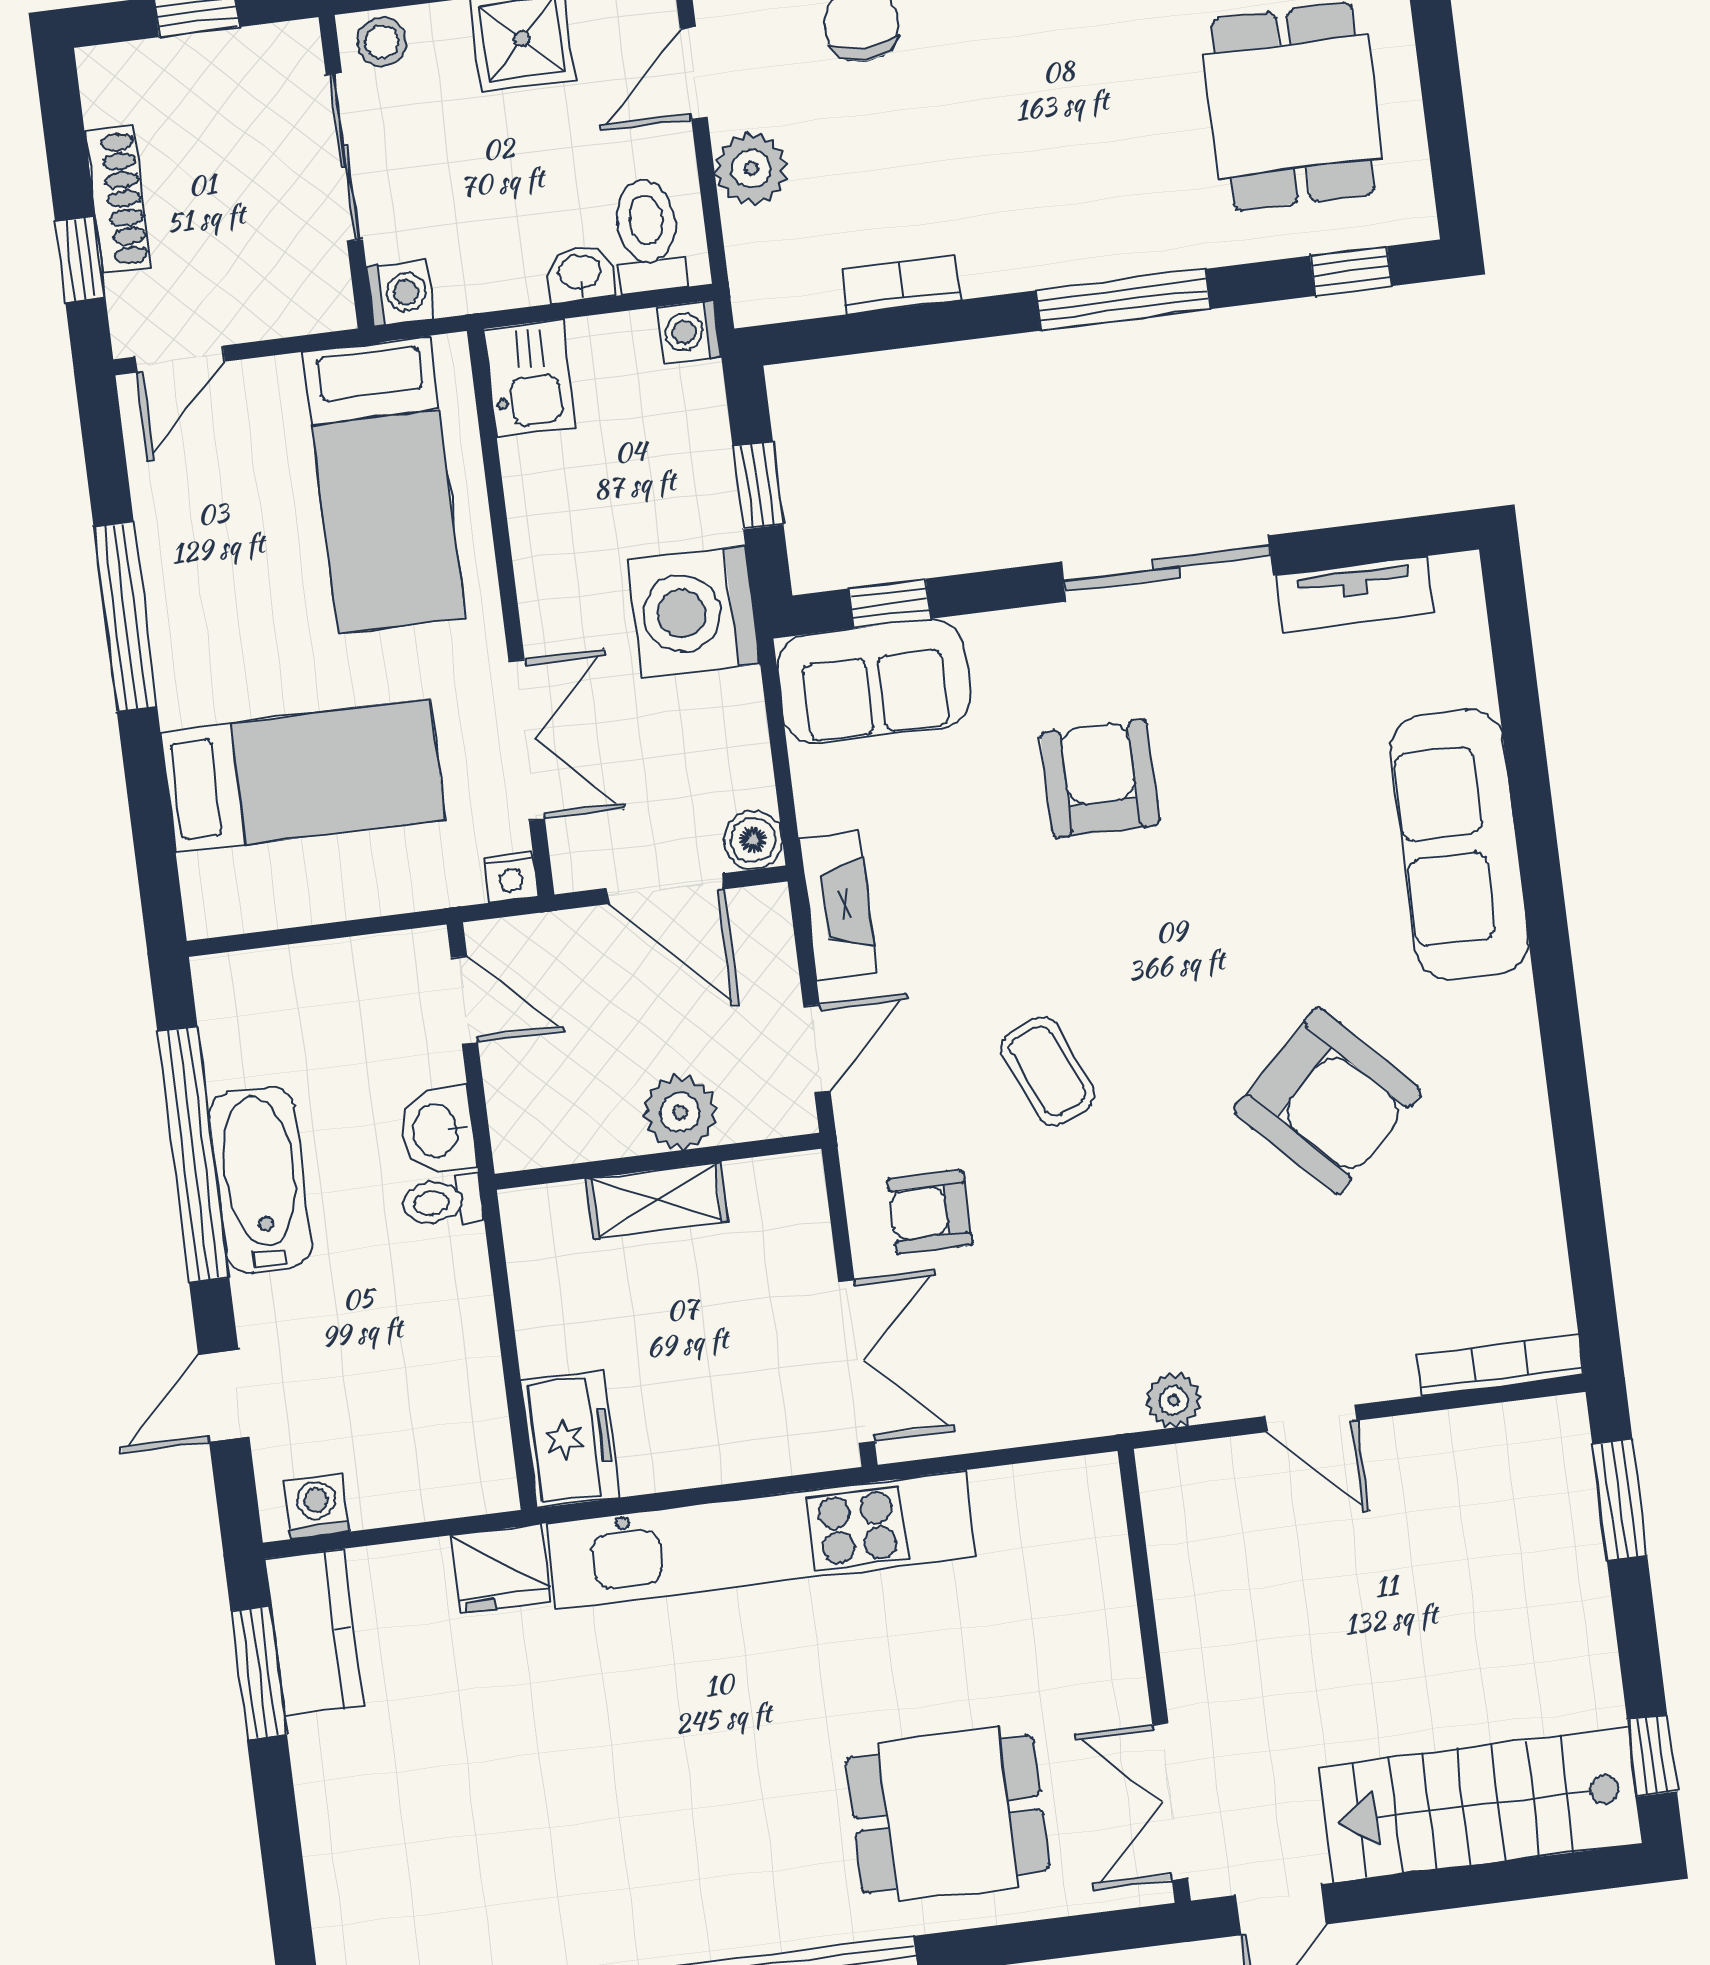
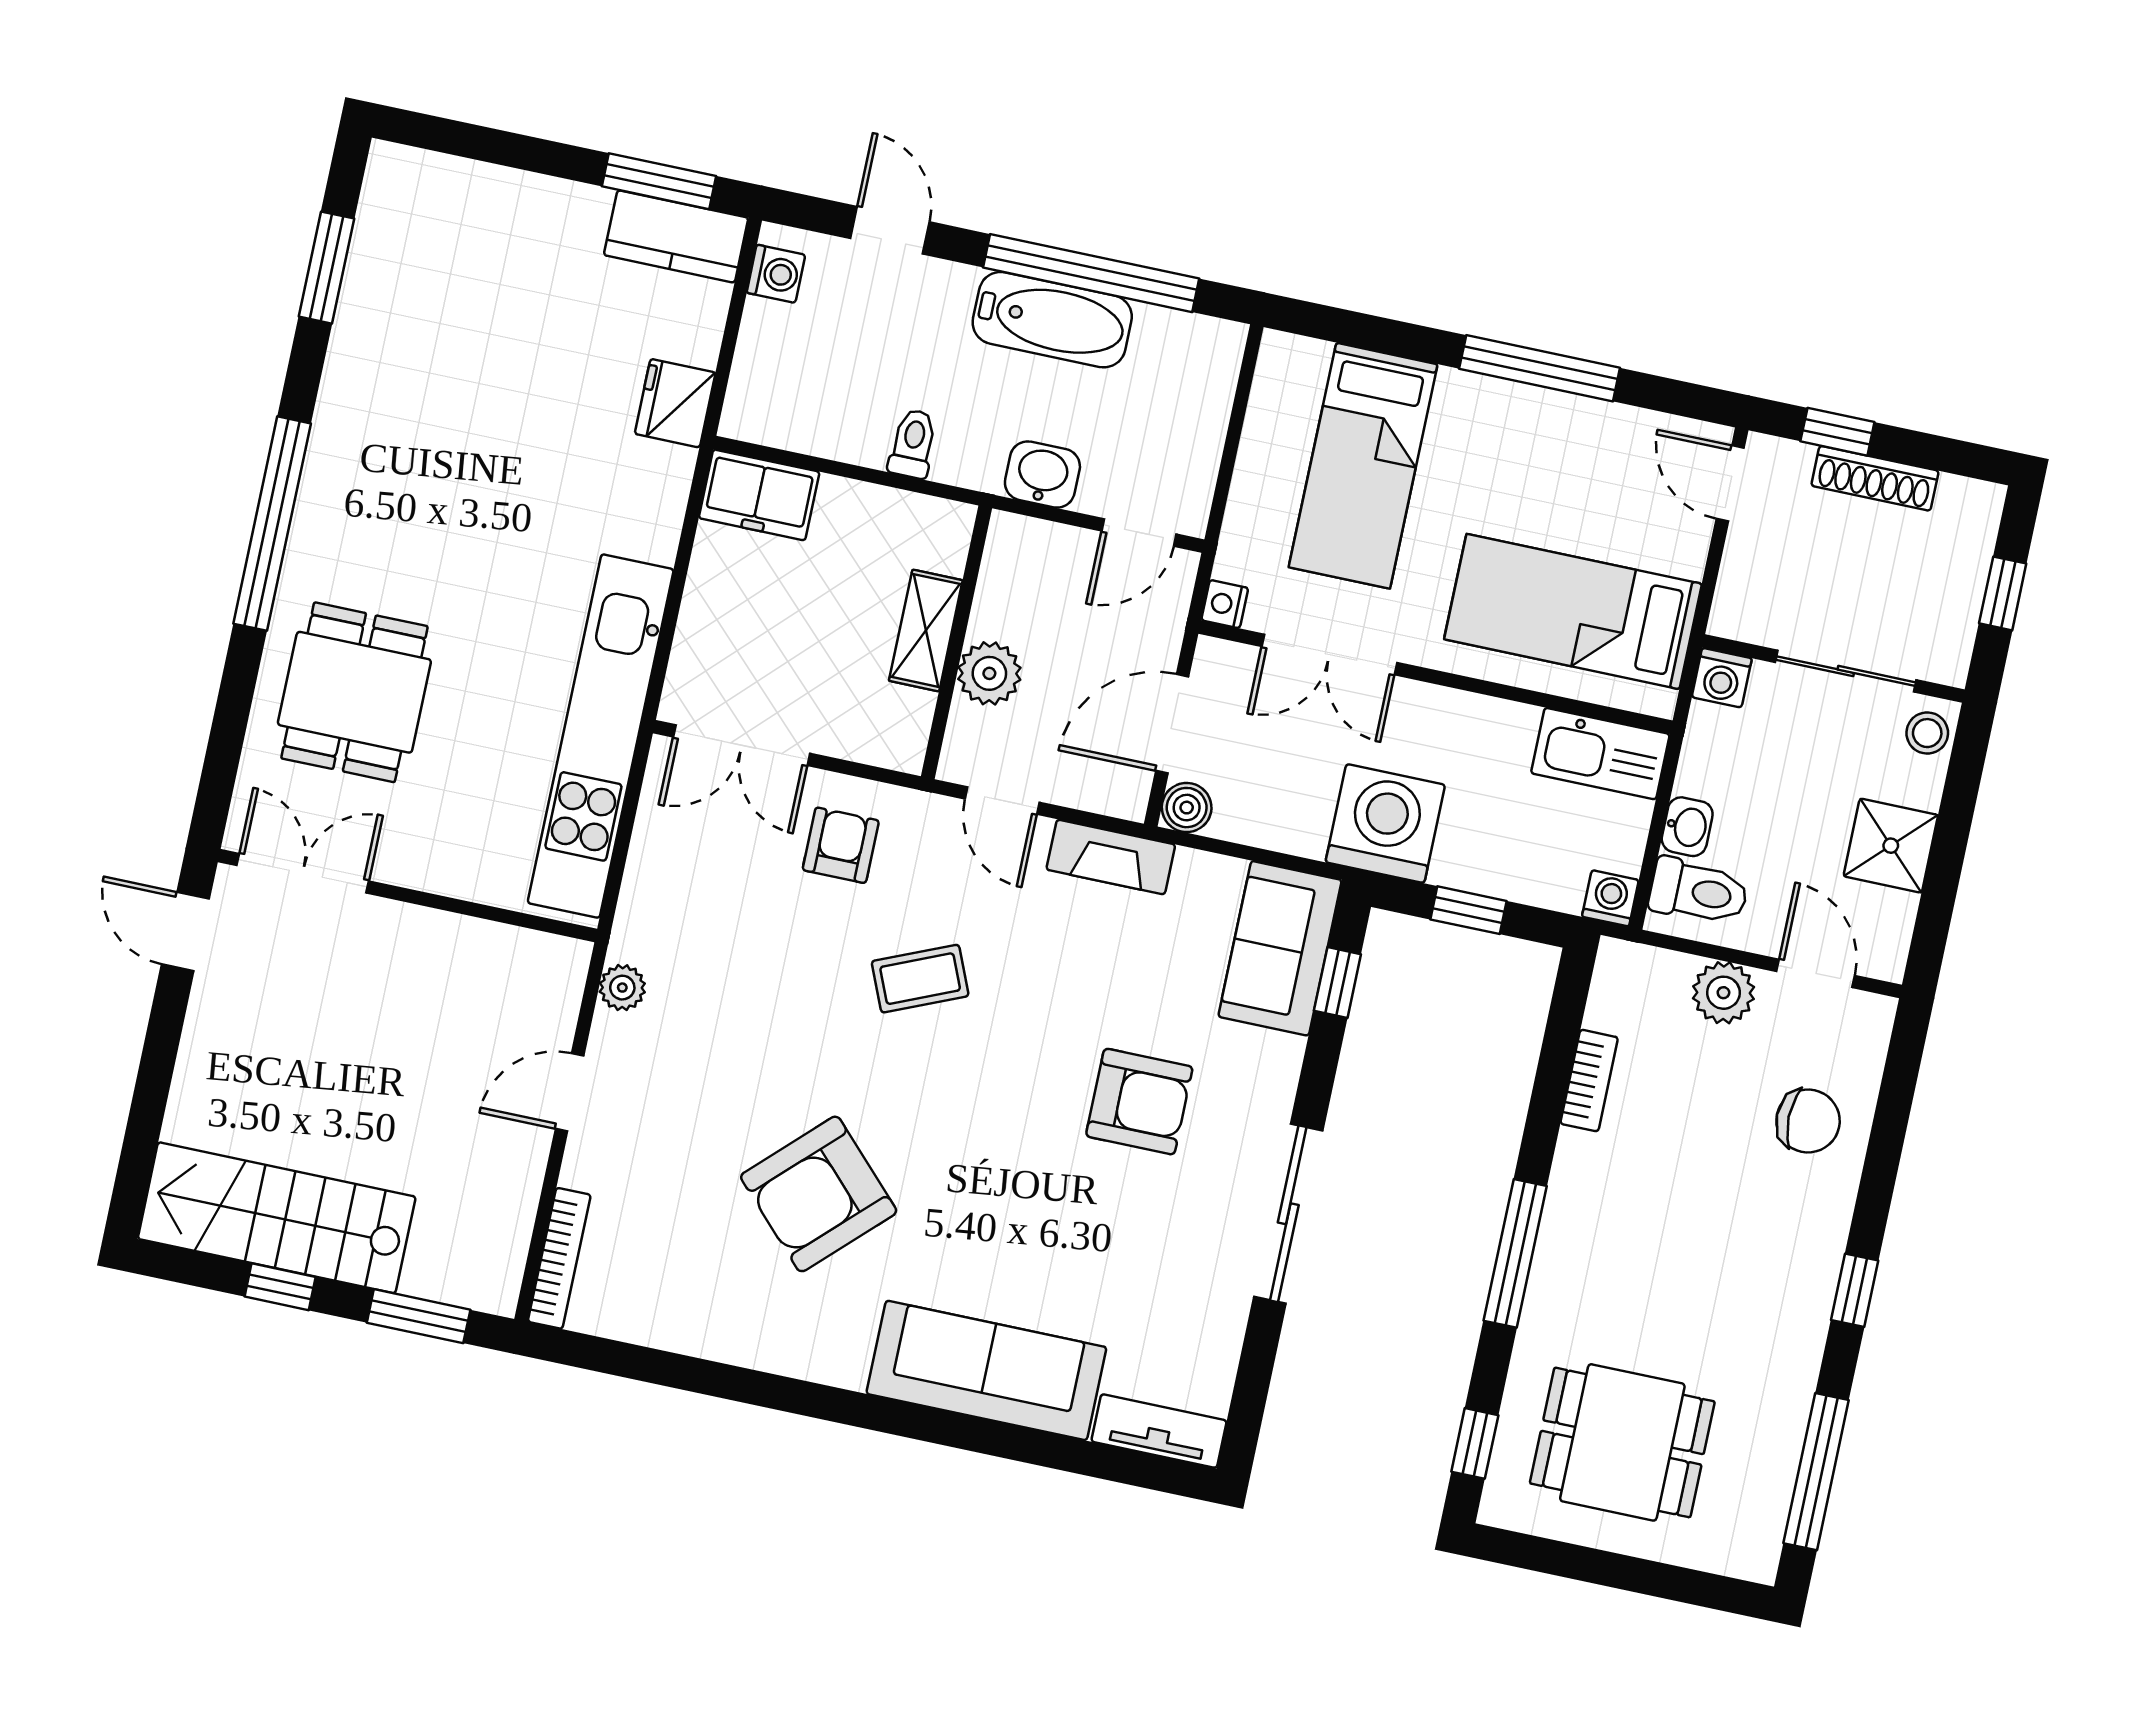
kitchen sink: (529, 379) -> (1600, 754), width x1.38
tv unit: (1355, 594) -> (1159, 1431), moved, turned 90
toilet: (442, 1202) -> (913, 444), moved
kitchen unit: (761, 1540) -> (601, 736), moved
window: (1652, 1756) -> (280, 1287), moved
stairs: (1481, 1805) -> (277, 1218), moved, turned -90

